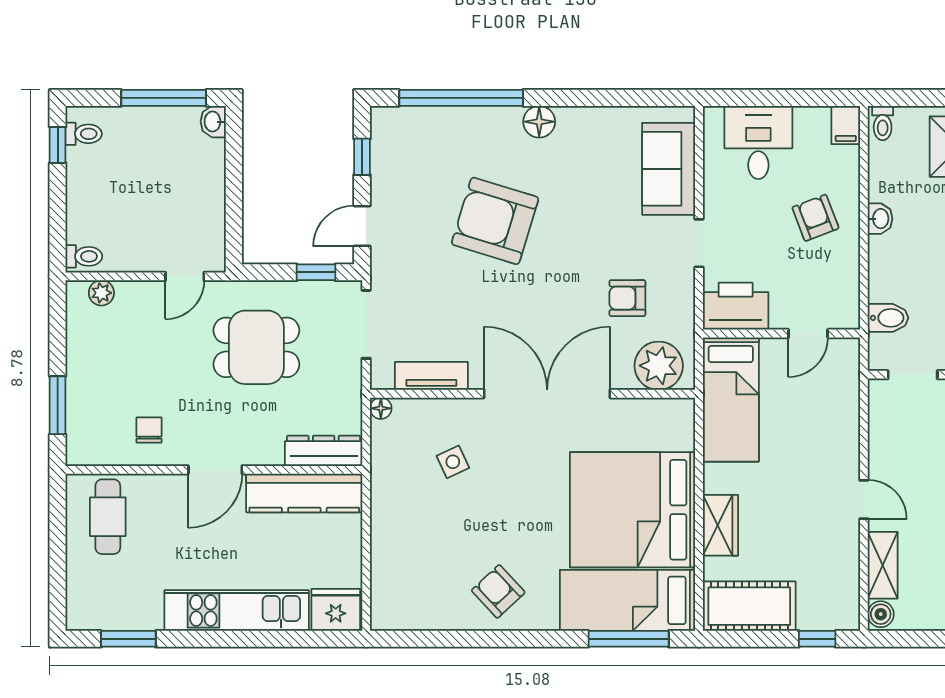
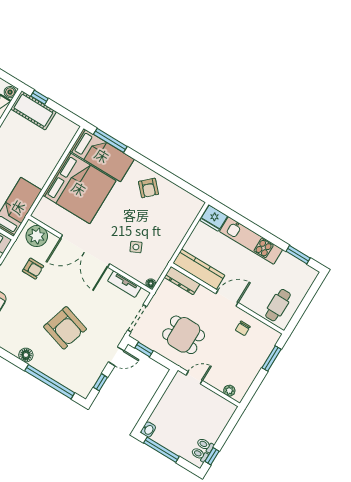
toilet: (84, 256) -> (205, 445), moved
wardrobe: (720, 525) -> (50, 162), removed
cot: (749, 606) -> (33, 110), moved

